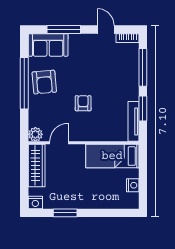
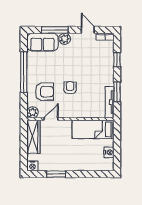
plant: (76, 41) -> (65, 39), added
window: (143, 67) -> (117, 60), width x0.46
armchair: (44, 82) -> (44, 92), moved, turned -85

